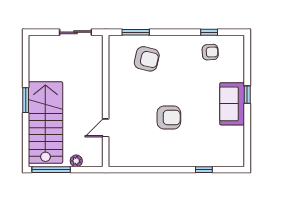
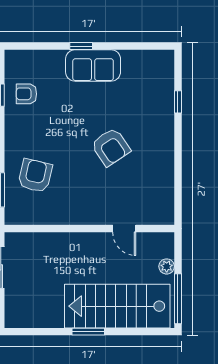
armchair: (210, 52) -> (26, 94), turned -87
armchair: (169, 117) -> (111, 147), turned 146

